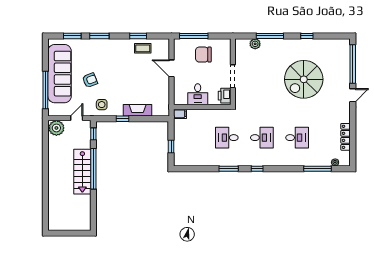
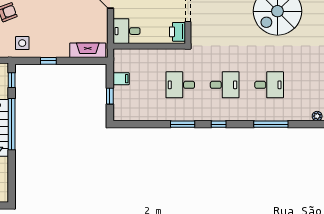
desk: (198, 94) -> (126, 31), moved, turned 90
fireplace: (138, 110) -> (88, 50), moved
filing cabinet: (180, 114) -> (121, 79), moved
window: (318, 169) -> (271, 124), moved

